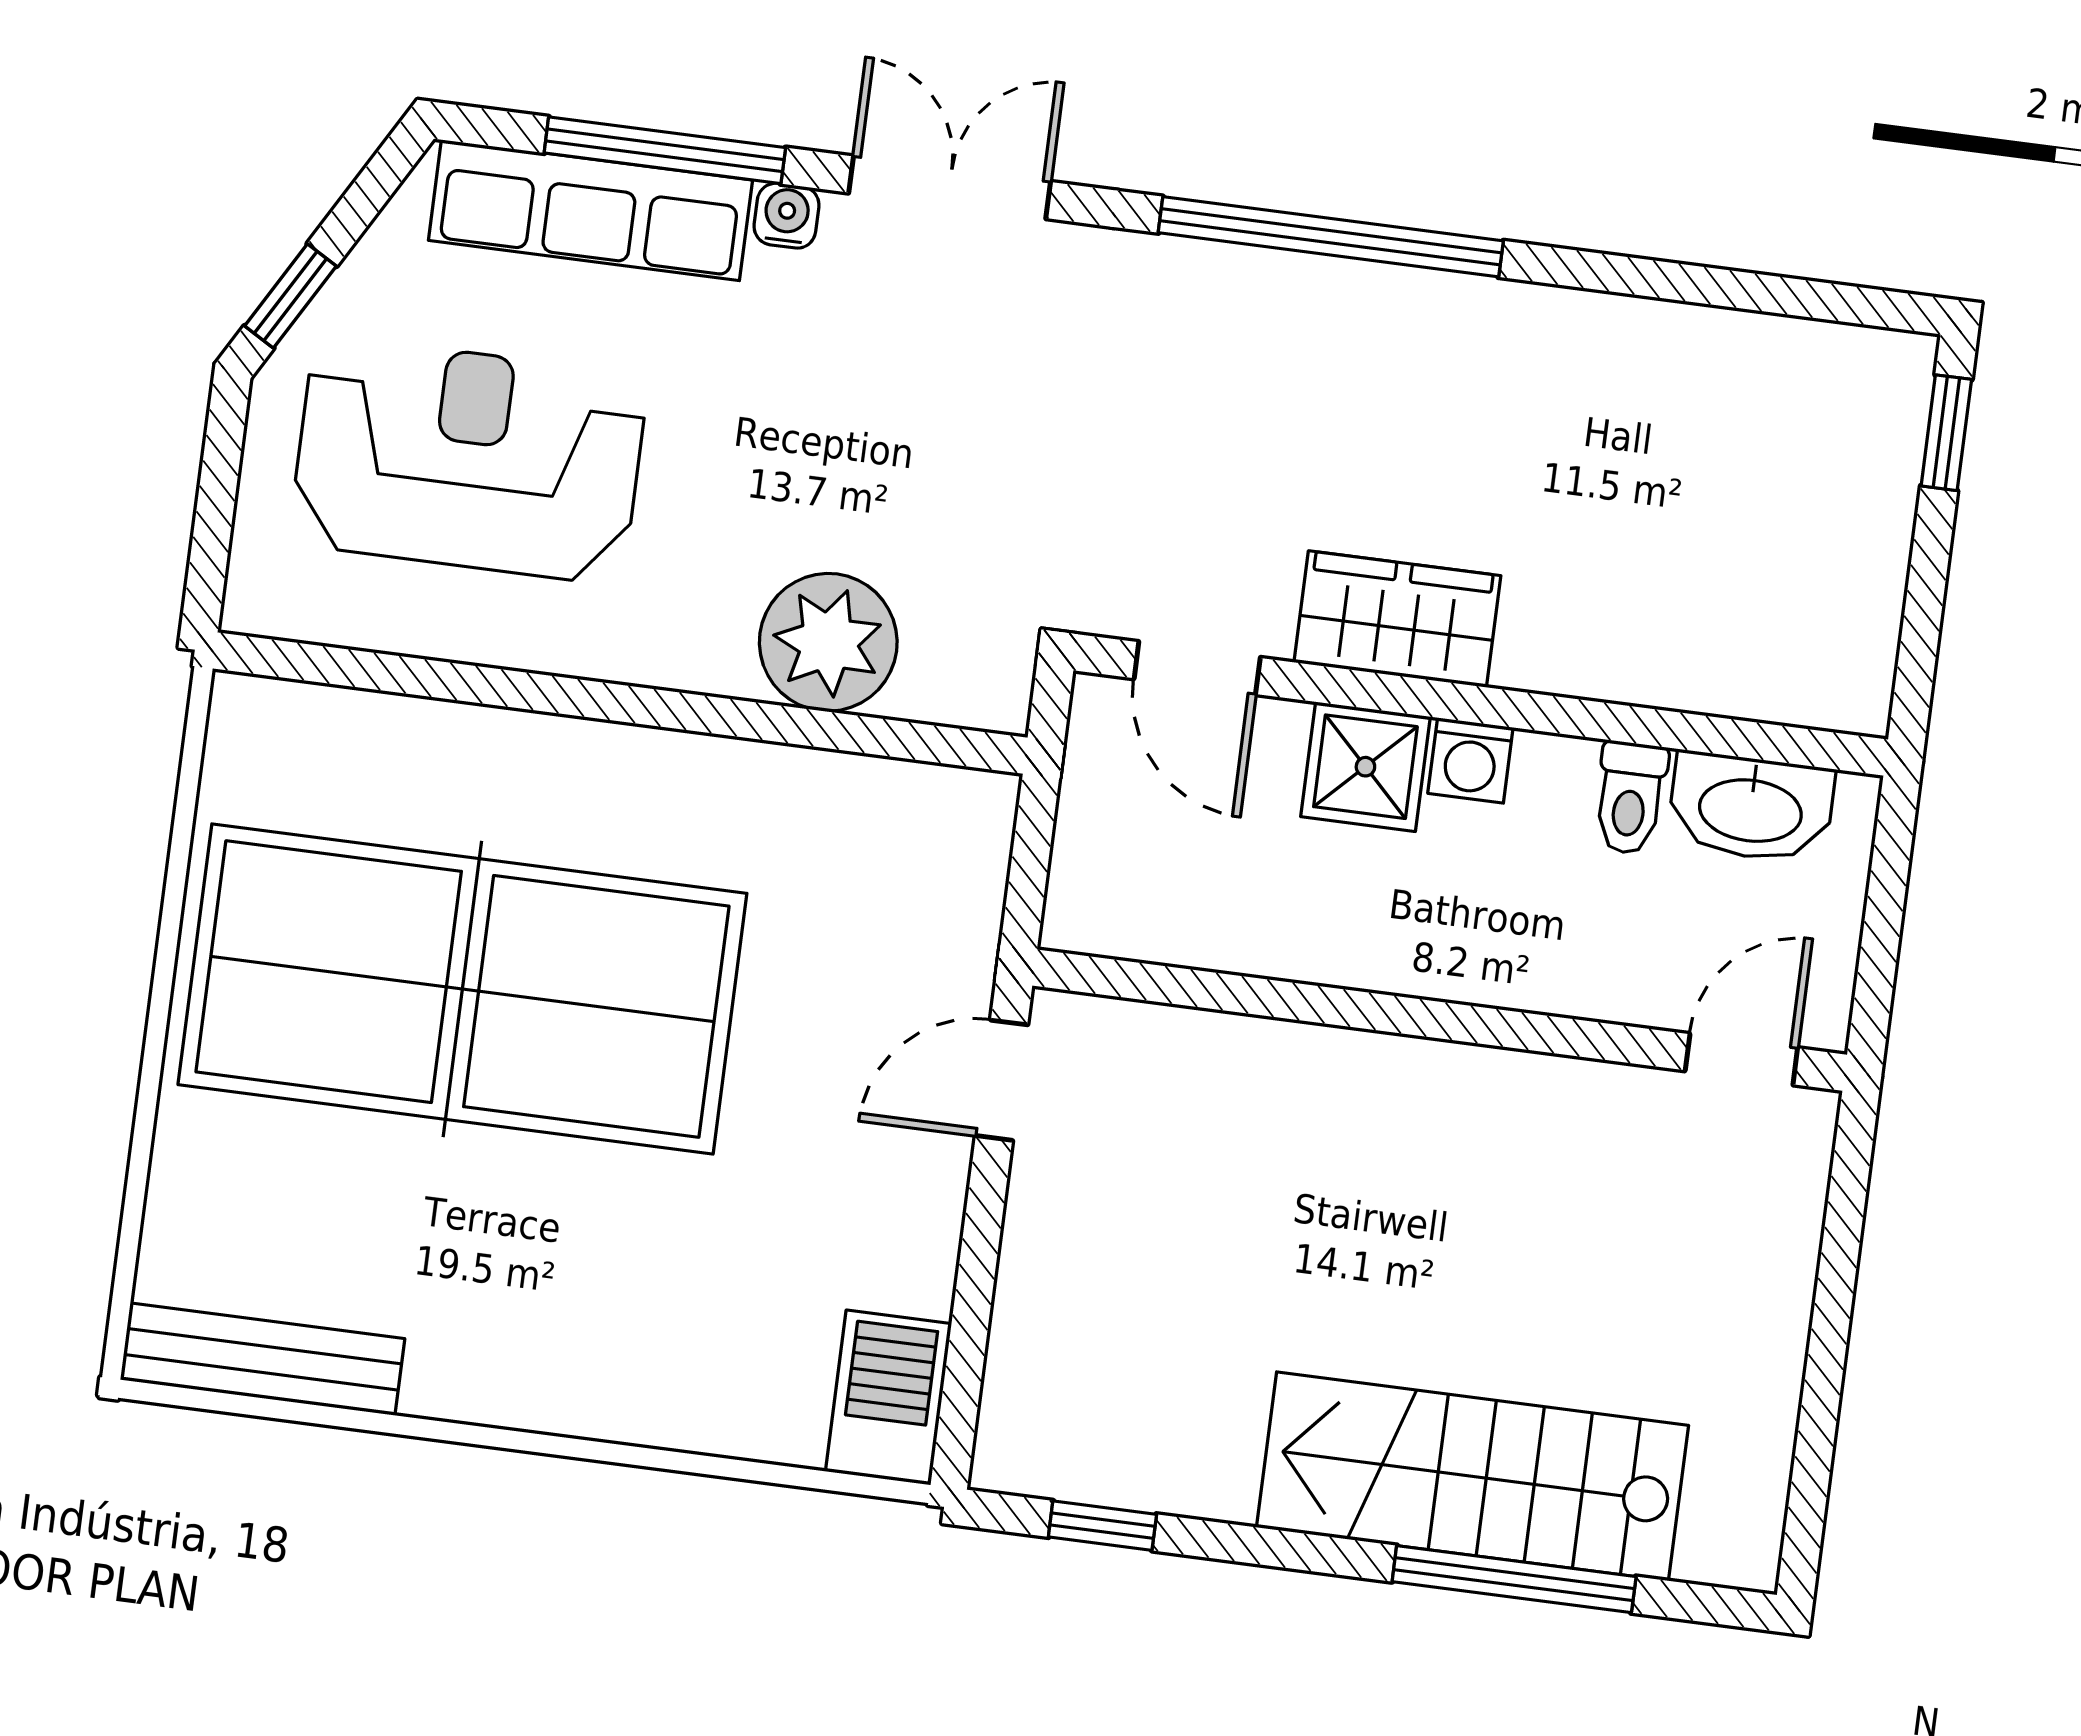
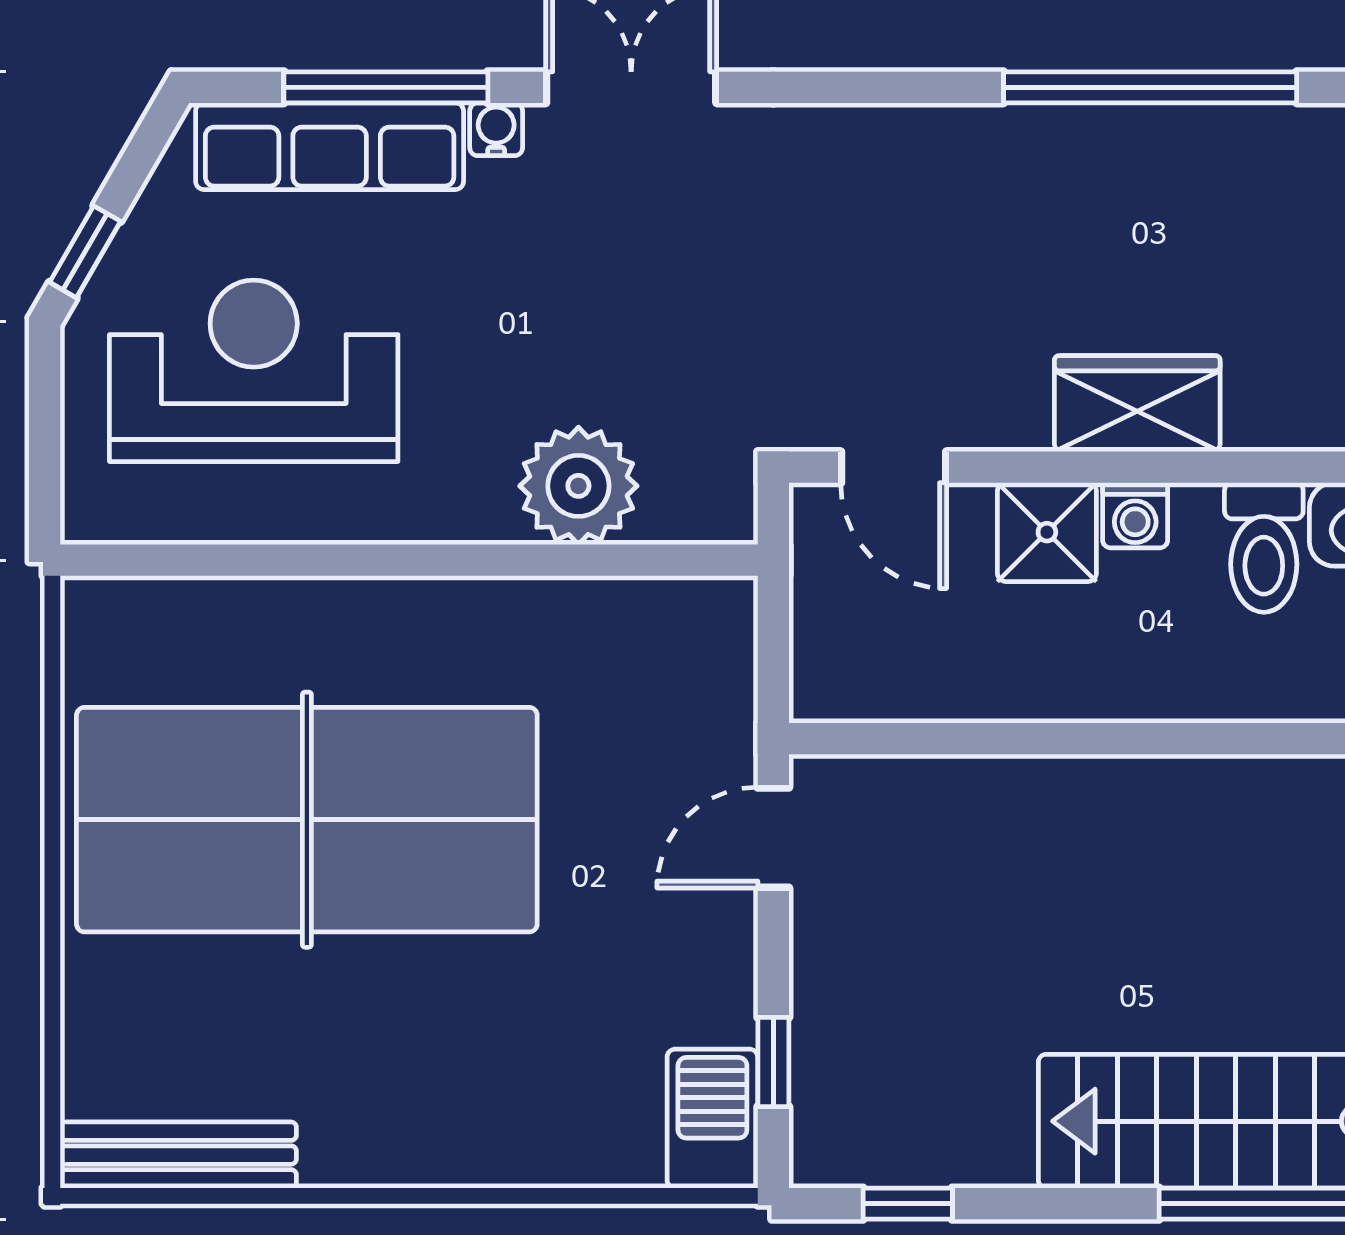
window: (1331, 237) -> (1150, 87), moved
wardrobe: (1397, 619) -> (1137, 404), moved
toilet: (1630, 798) -> (1264, 547), width x1.37, depth x1.39
window: (968, 1341) -> (773, 1062), added

